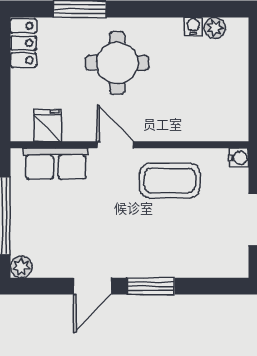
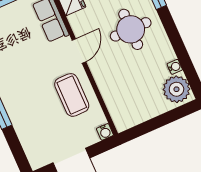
plant: (215, 28) -> (176, 89), width x1.88, depth x1.88

